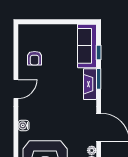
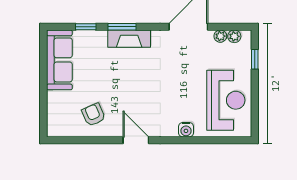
sofa: (87, 46) -> (59, 60), moved, turned -90
armchair: (35, 58) -> (94, 115), turned -114

